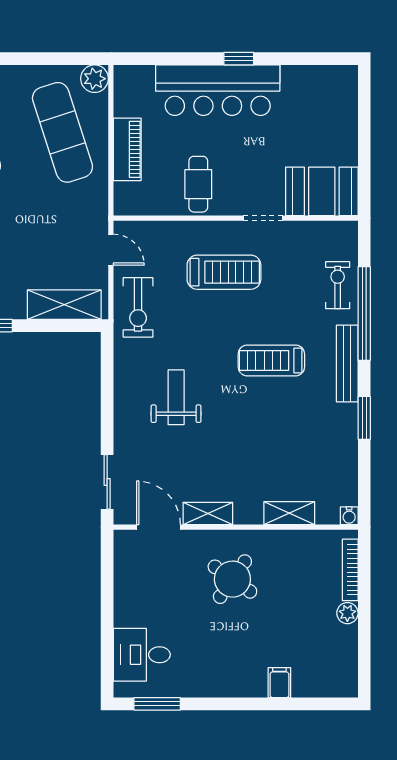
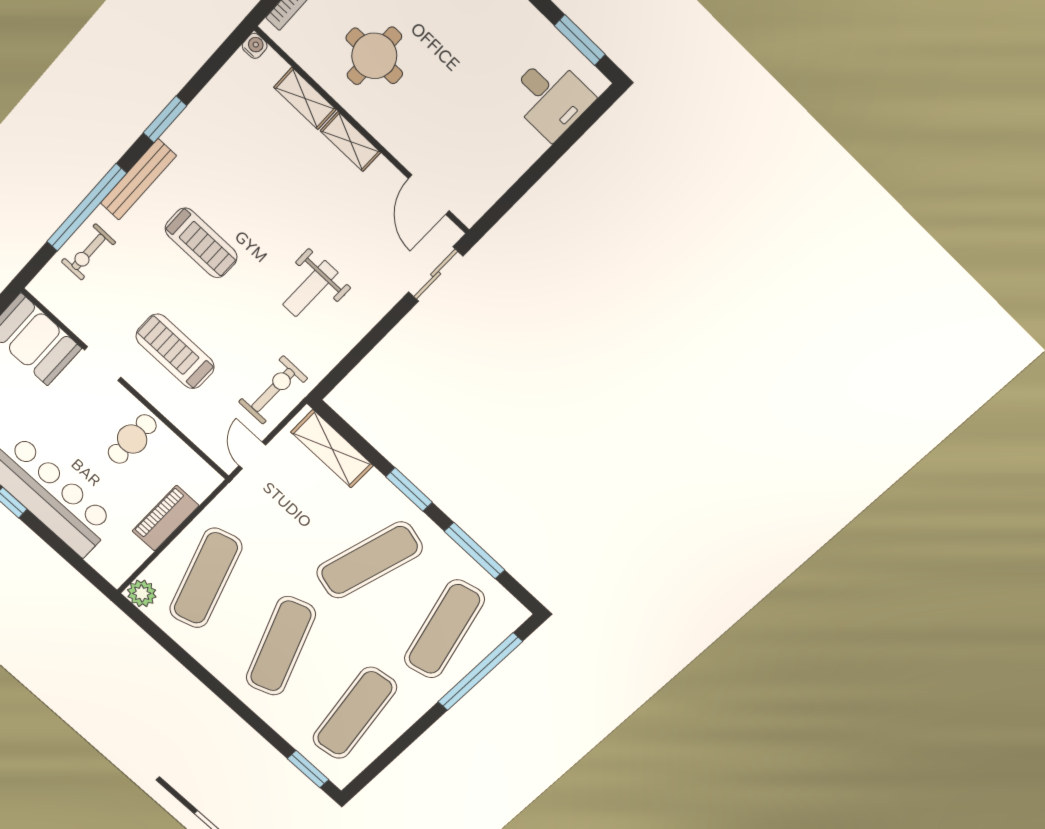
shelving: (208, 513) -> (350, 142), moved
round table: (232, 579) -> (374, 56), moved, turned -35

